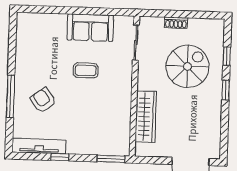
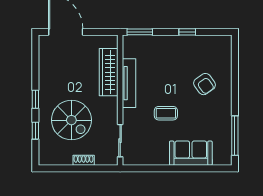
sofa: (90, 28) -> (191, 153), moved
spiral stairs: (188, 66) -> (71, 120), turned -90
window: (11, 96) -> (235, 136), moved
tv unit: (39, 146) -> (129, 83), moved, turned -90

